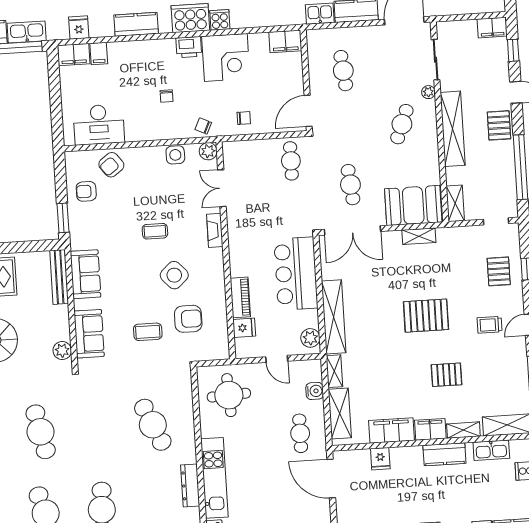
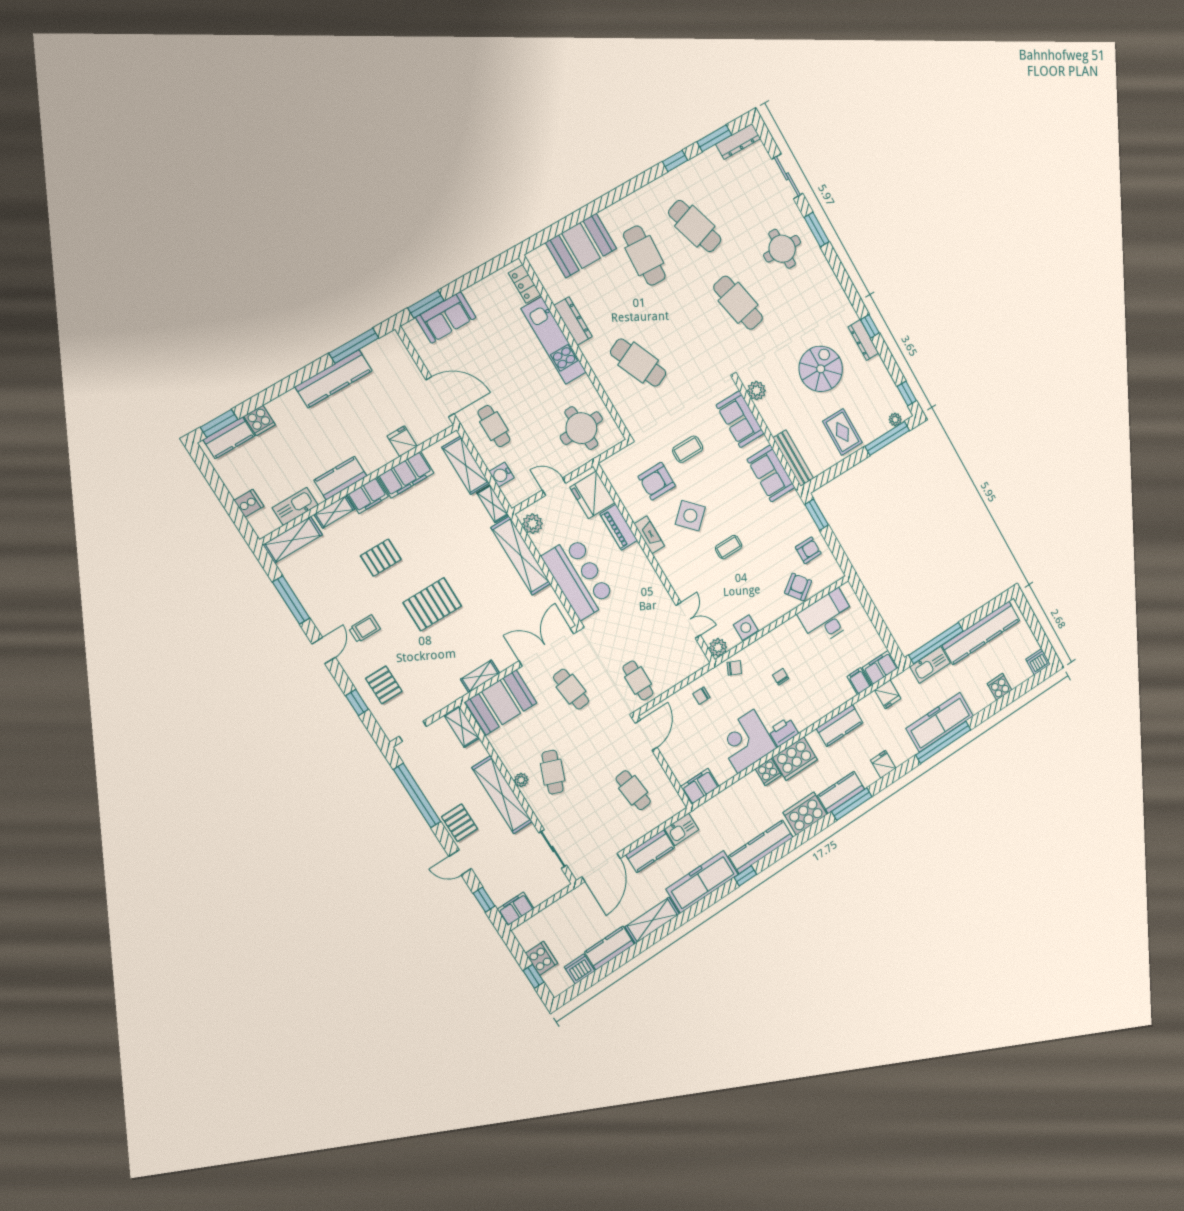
plant: (428, 92) -> (521, 780), moved
fireplace: (215, 230) -> (649, 535), moved
fridge: (244, 328) -> (592, 495), width x1.88, depth x1.34

